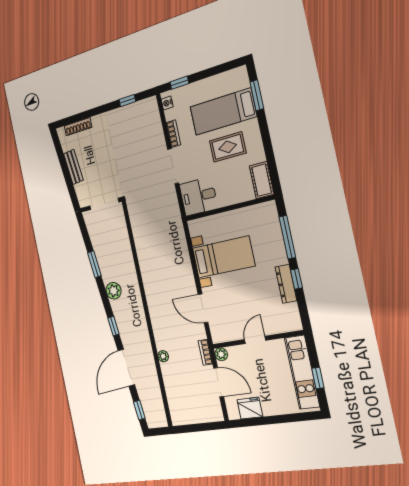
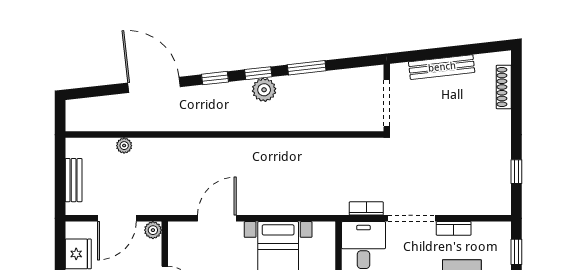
nightstand: (167, 103) -> (496, 229), removed
bench: (73, 167) -> (442, 67), width x1.36
bookcase: (205, 352) -> (366, 208), moved
plant: (163, 356) -> (124, 146), moved
window: (139, 410) -> (258, 73), moved
bench: (199, 417) -> (74, 180), added

